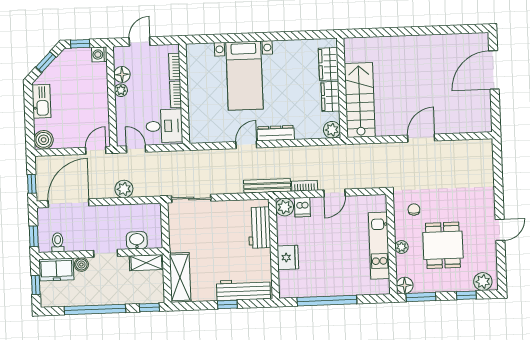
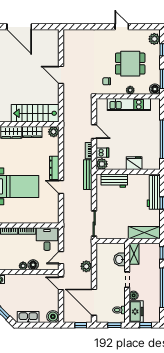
floor lamp: (122, 74) -> (33, 265), moved

